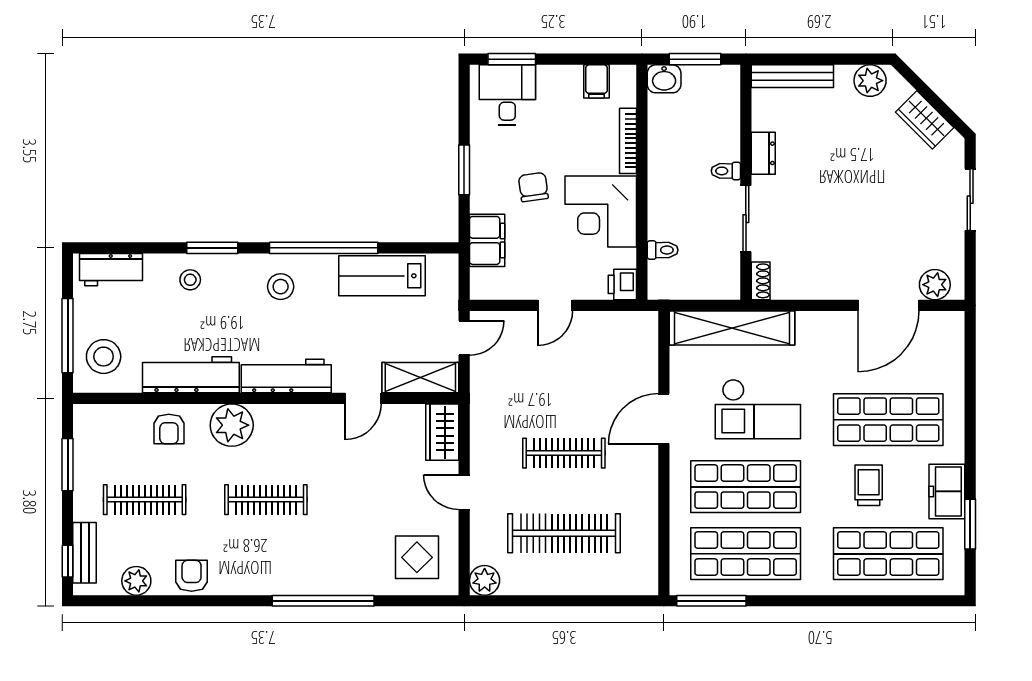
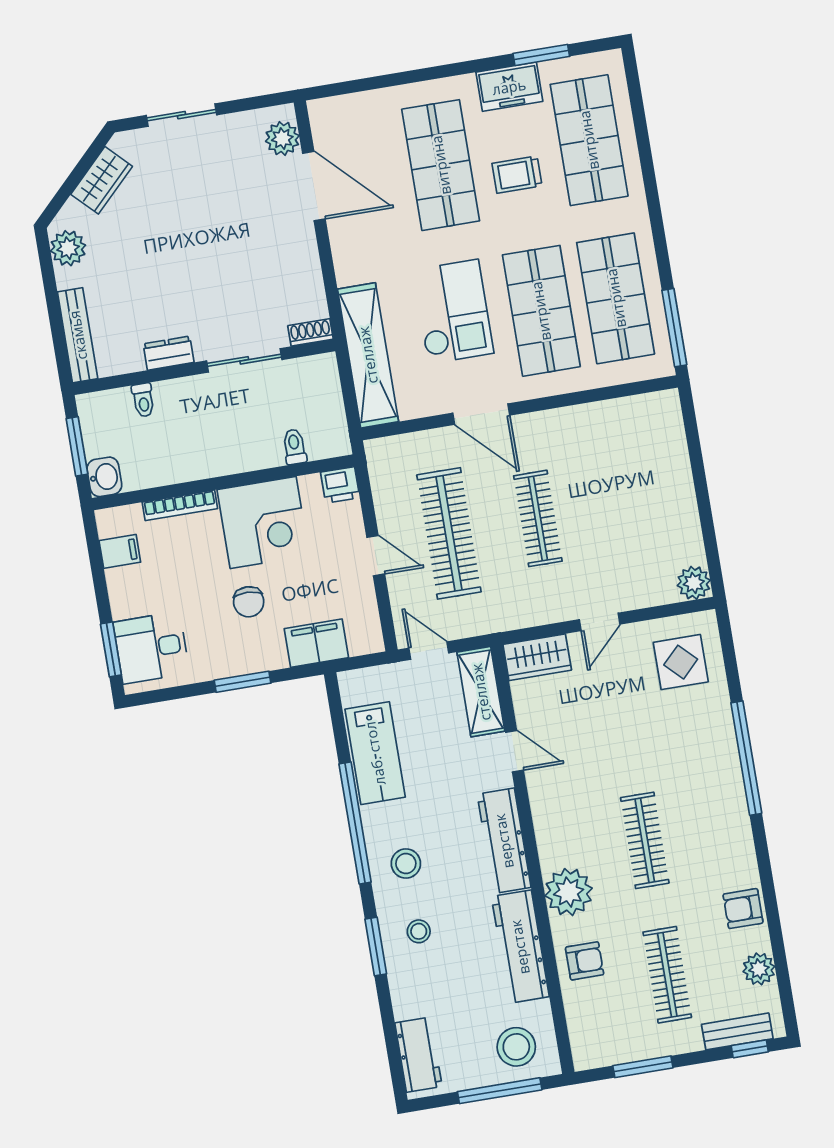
toilet: (726, 171) -> (143, 400), moved
chair: (533, 187) -> (249, 602), turned -80
stool: (190, 280) -> (419, 931), moved
clothes rail: (564, 533) -> (449, 533), moved

